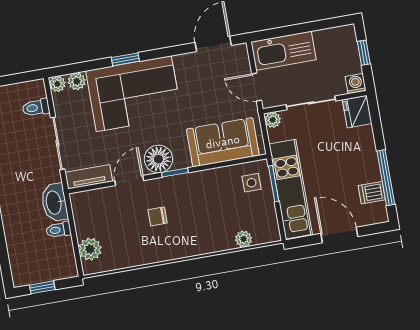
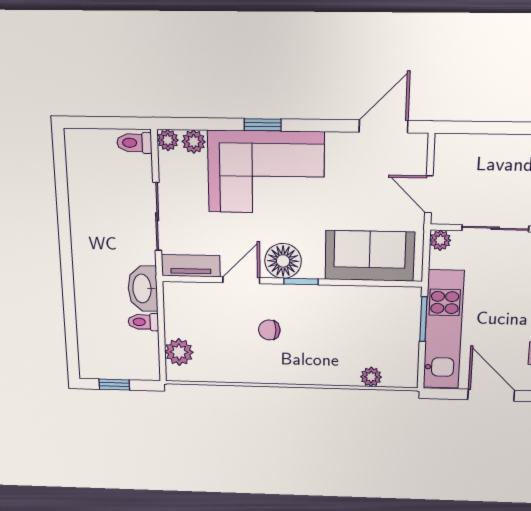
kitchen sink: (284, 51) -> (475, 153), removed
toilet: (36, 108) -> (134, 143), moved
side table: (252, 183) -> (396, 312), removed

